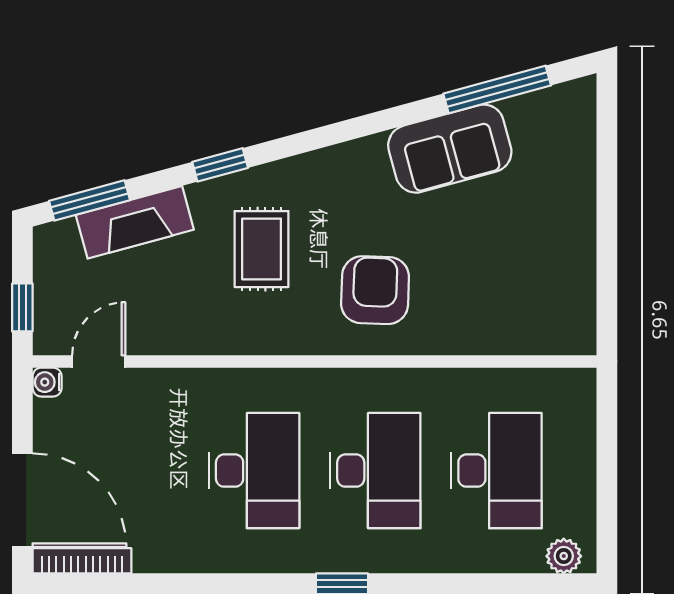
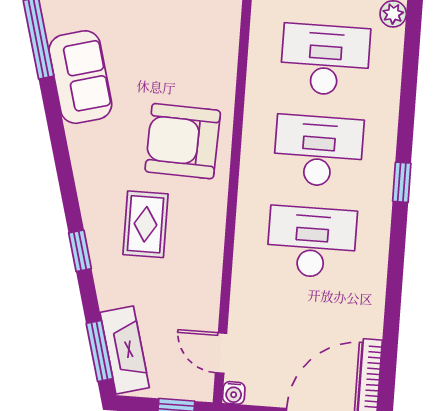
fireplace: (135, 222) -> (125, 350), moved
rug: (262, 249) -> (146, 224), turned 90
armchair: (375, 290) -> (183, 141), width x1.36, depth x1.36

